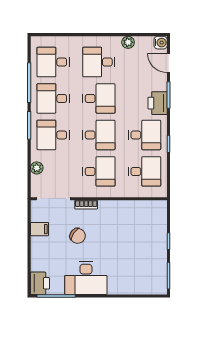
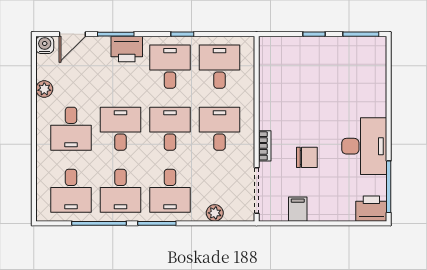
chair: (78, 236) -> (307, 157), turned 56

